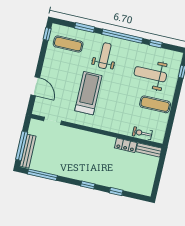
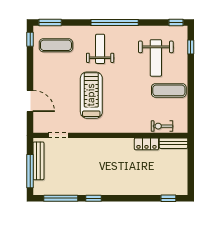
window: (85, 28) -> (50, 23), moved
window: (156, 44) -> (176, 23), moved
weight bench: (150, 74) -> (156, 58), turned -90
bench: (28, 151) -> (38, 161), moved
window: (88, 185) -> (93, 198), moved
window: (116, 192) -> (168, 198), moved

